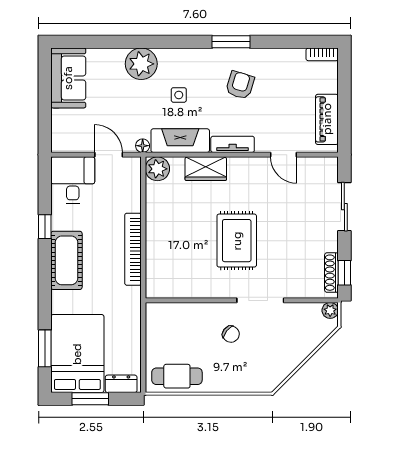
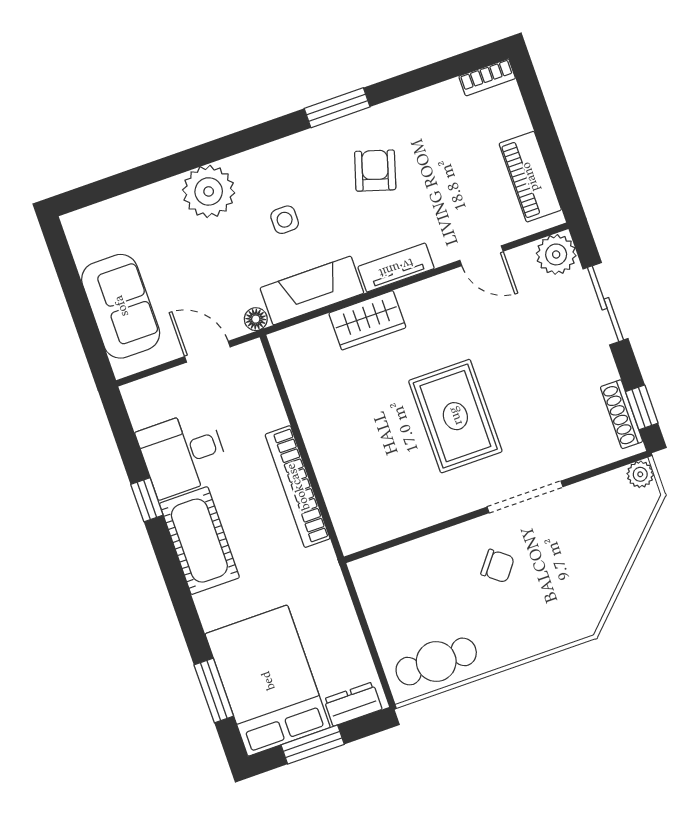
sofa: (68, 78) -> (121, 306), moved
plant: (157, 169) -> (556, 254), moved
desk: (73, 180) -> (183, 454), moved, turned -90

